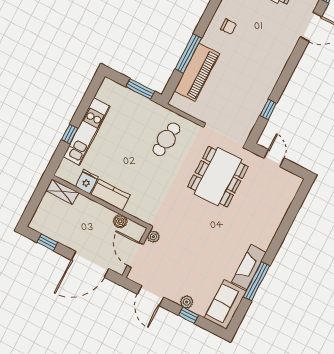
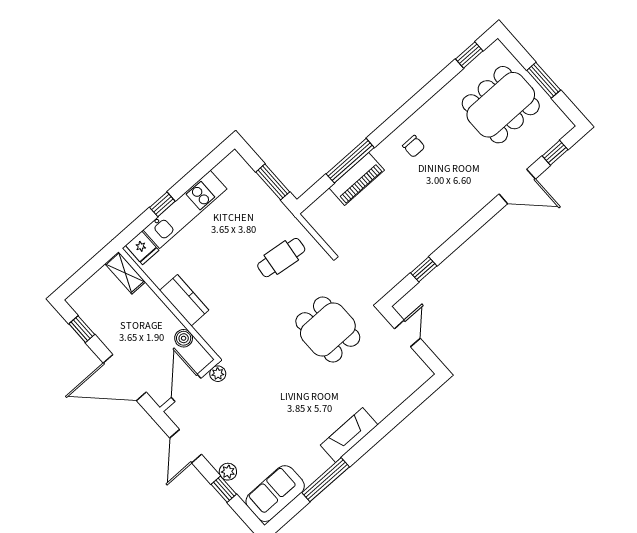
piano: (197, 72) -> (357, 179), width x0.73, depth x0.75
dining table: (218, 177) -> (328, 330), width x0.73
fridge: (87, 182) -> (142, 248), moved, turned 90
fireplace: (249, 267) -> (349, 435), moved

